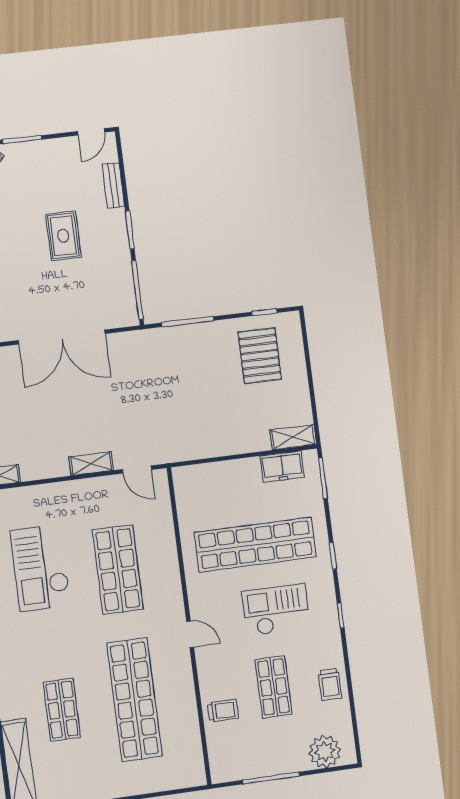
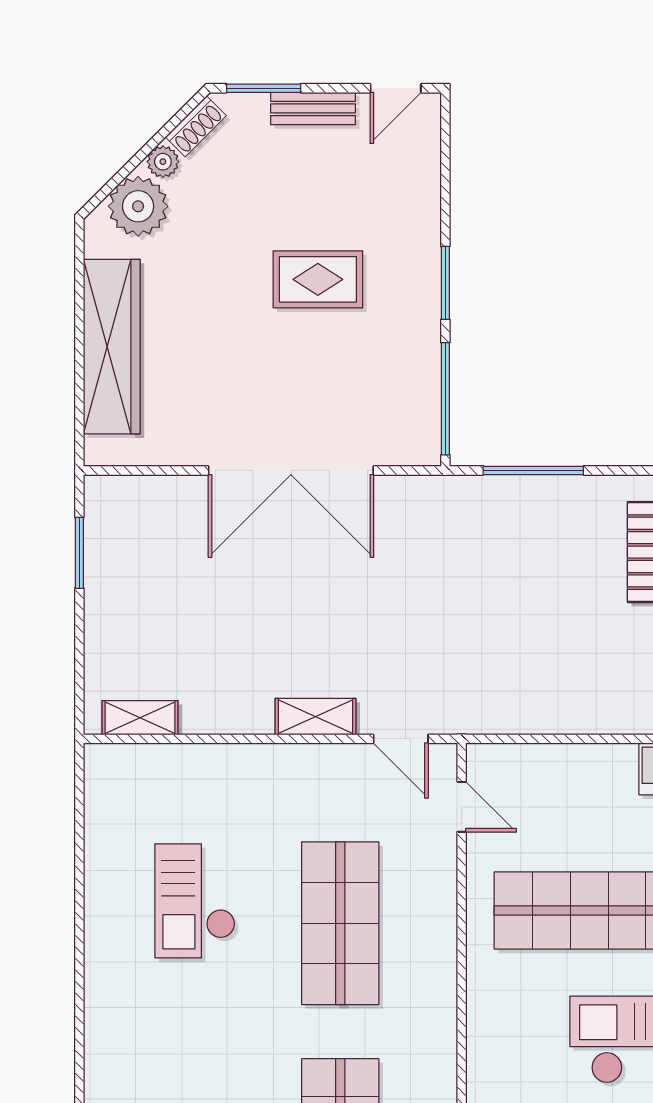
bench: (113, 185) -> (313, 108), moved, turned 90
rug: (63, 236) -> (318, 279), turned 90
checkout: (41, 568) -> (195, 901), width x0.73, depth x0.83
door: (190, 634) -> (462, 807), moved

